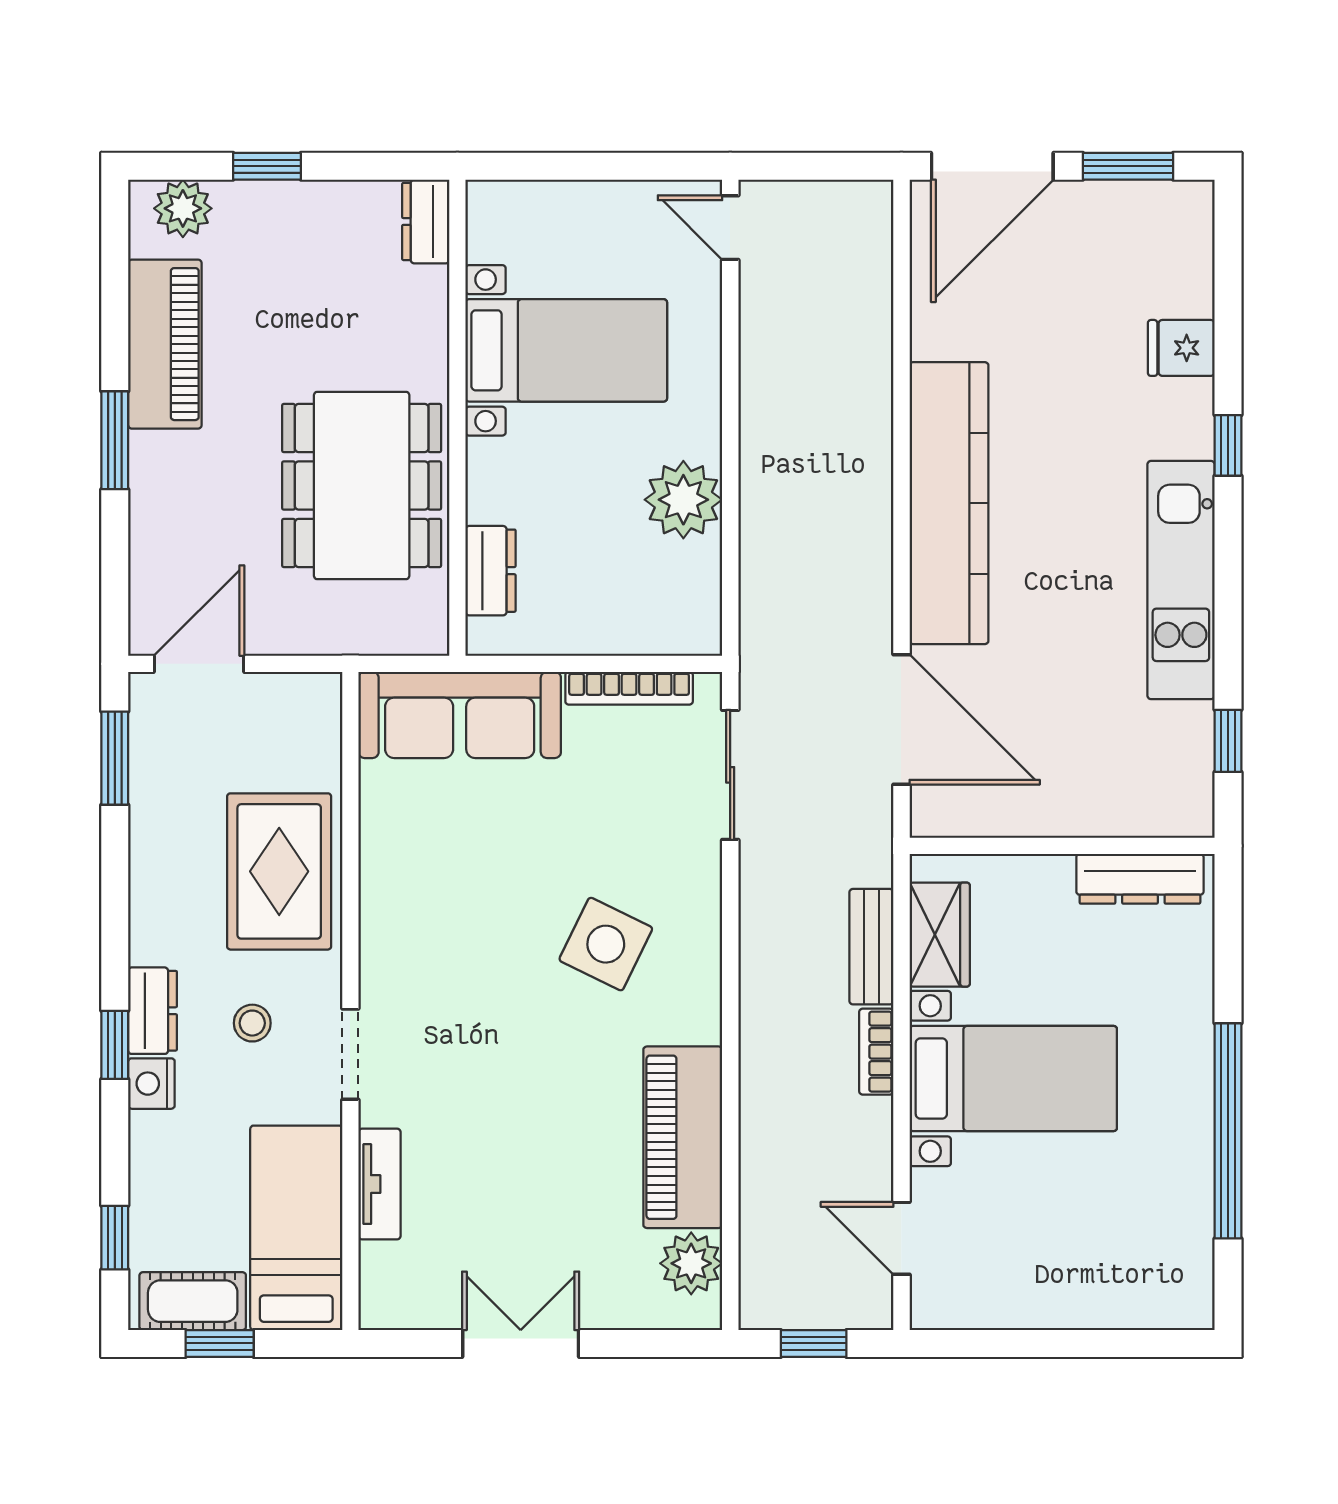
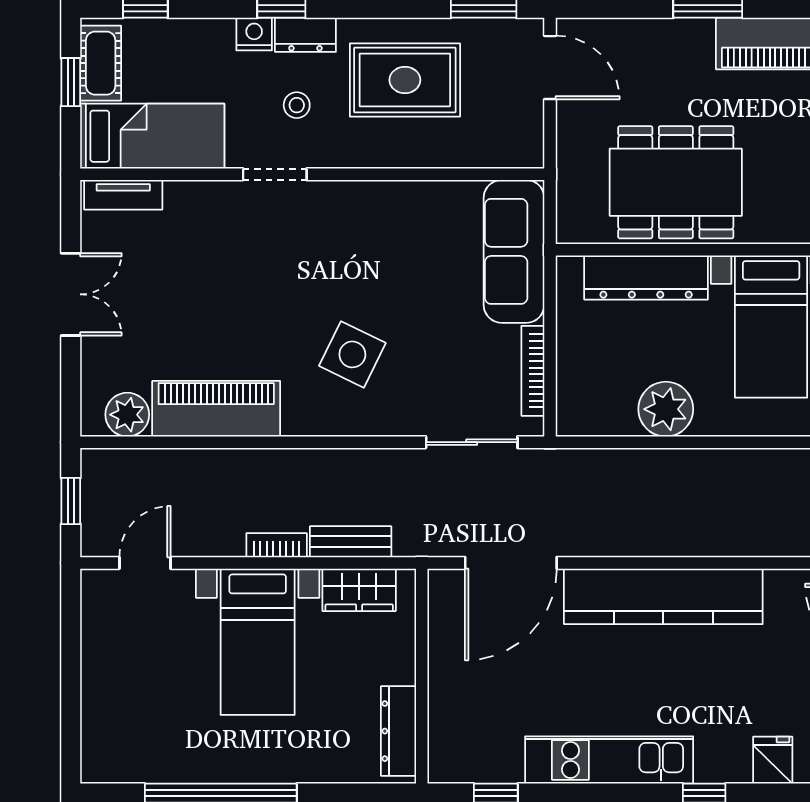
dresser: (490, 571) -> (646, 277), width x1.96, depth x1.24
rug: (279, 871) -> (405, 80), moved
tv unit: (379, 1184) -> (123, 195), moved

